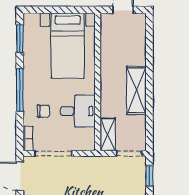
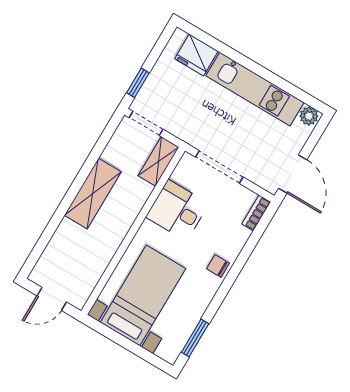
window: (20, 90) -> (232, 277), removed
chair: (44, 111) -> (218, 266), moved
doorway: (53, 153) -> (219, 167), moved

